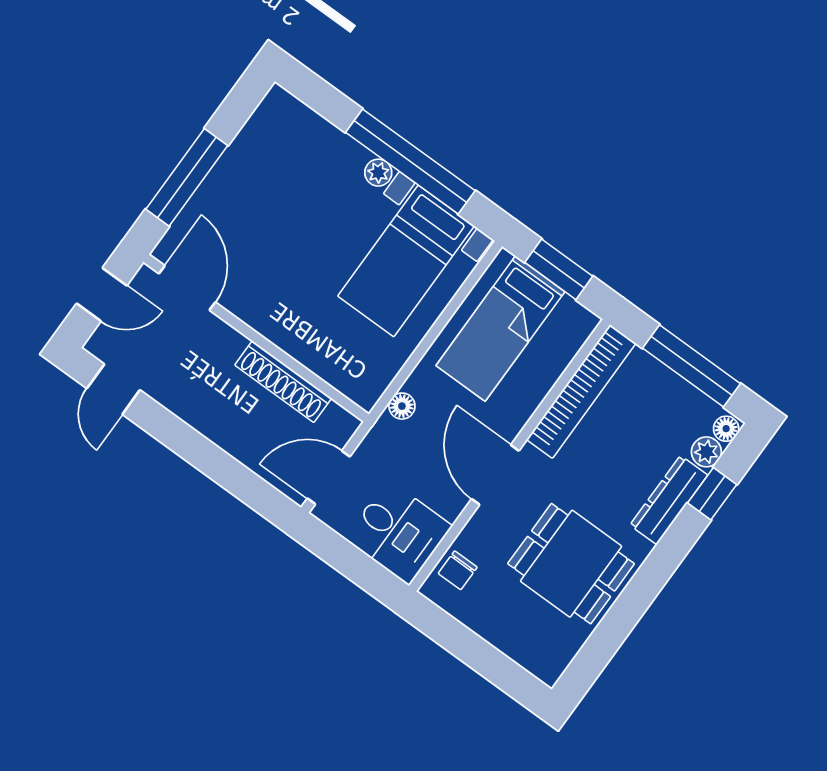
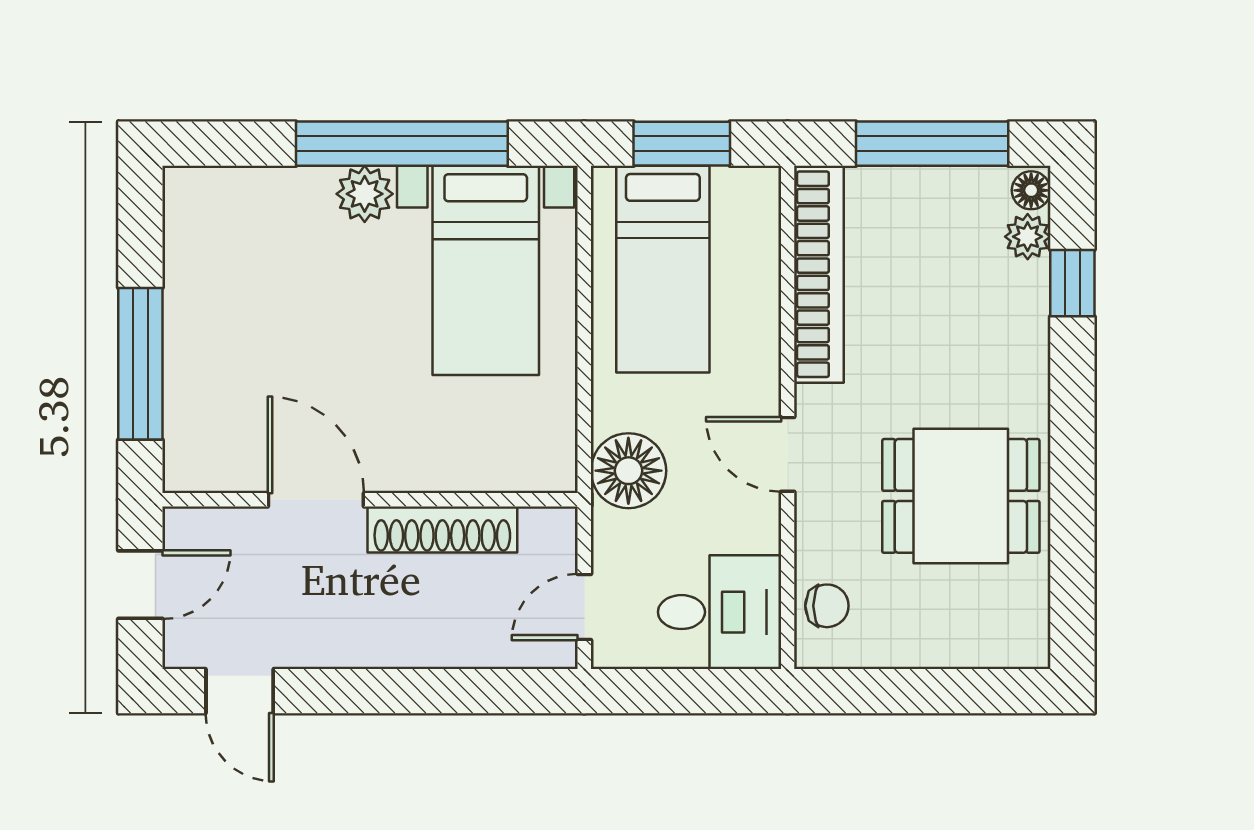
plant: (378, 173) -> (365, 194), width x1.38, depth x1.38
door: (187, 288) -> (316, 500), moved
floor lamp: (402, 406) -> (628, 471), width x1.89, depth x1.89
door: (495, 475) -> (788, 454), width x0.73
door: (329, 478) -> (584, 607), width x0.73
dresser: (669, 500) -> (1024, 330), removed
chair: (458, 570) -> (827, 606), turned -90

